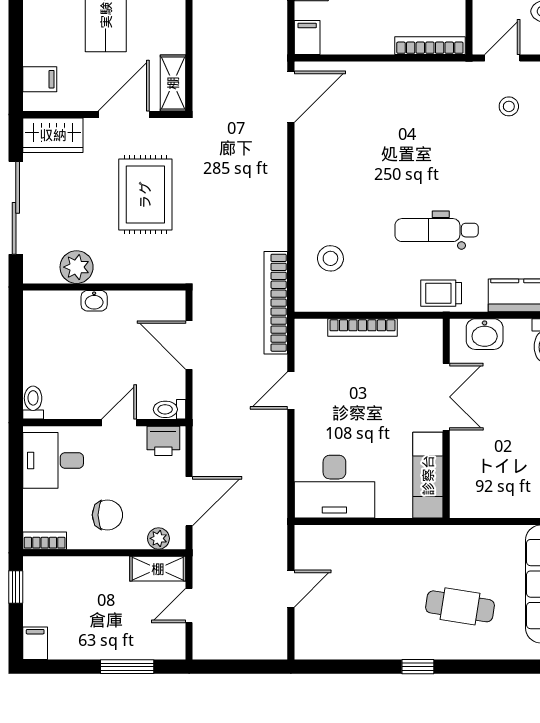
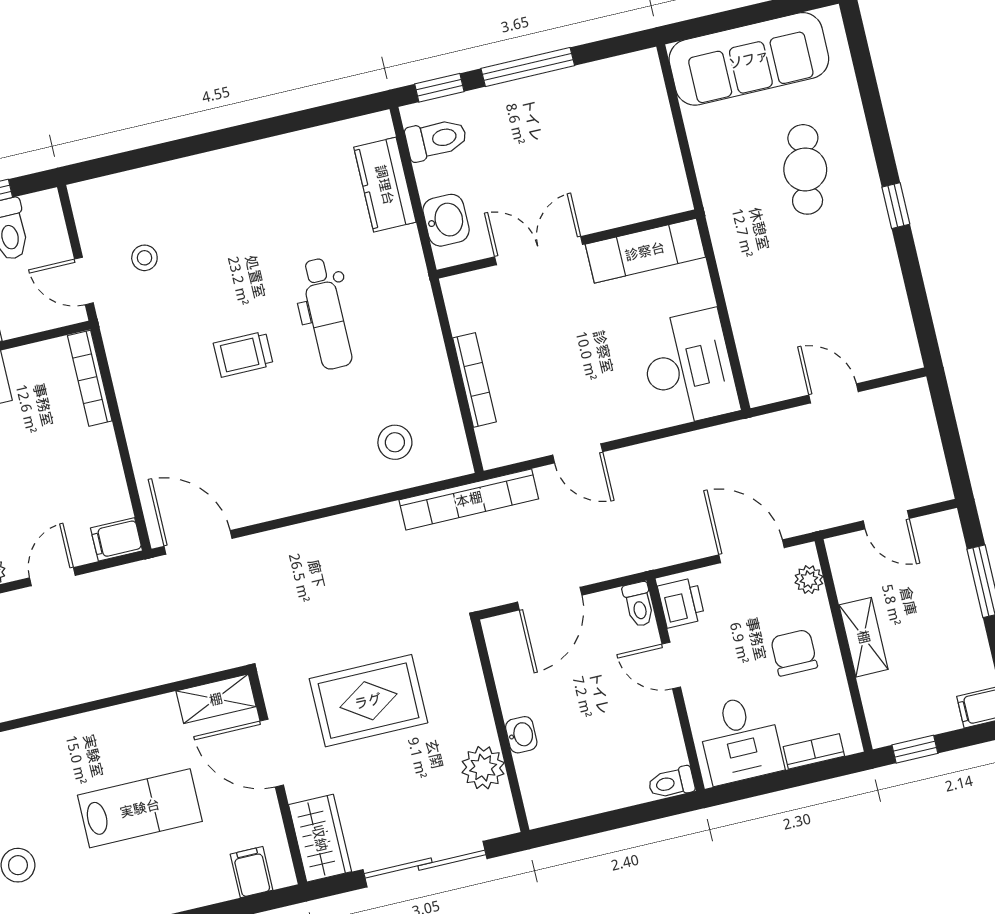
trolley: (441, 293) -> (243, 354), moved, turned 90
bookcase: (45, 541) -> (814, 751), moved, turned 90
shelving: (158, 569) -> (864, 637), moved

